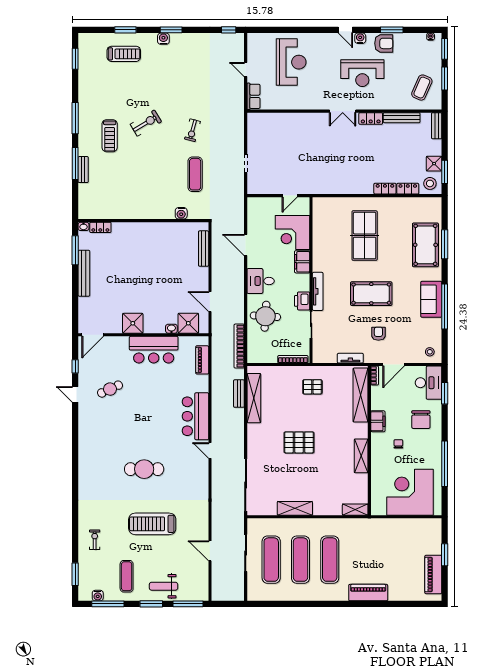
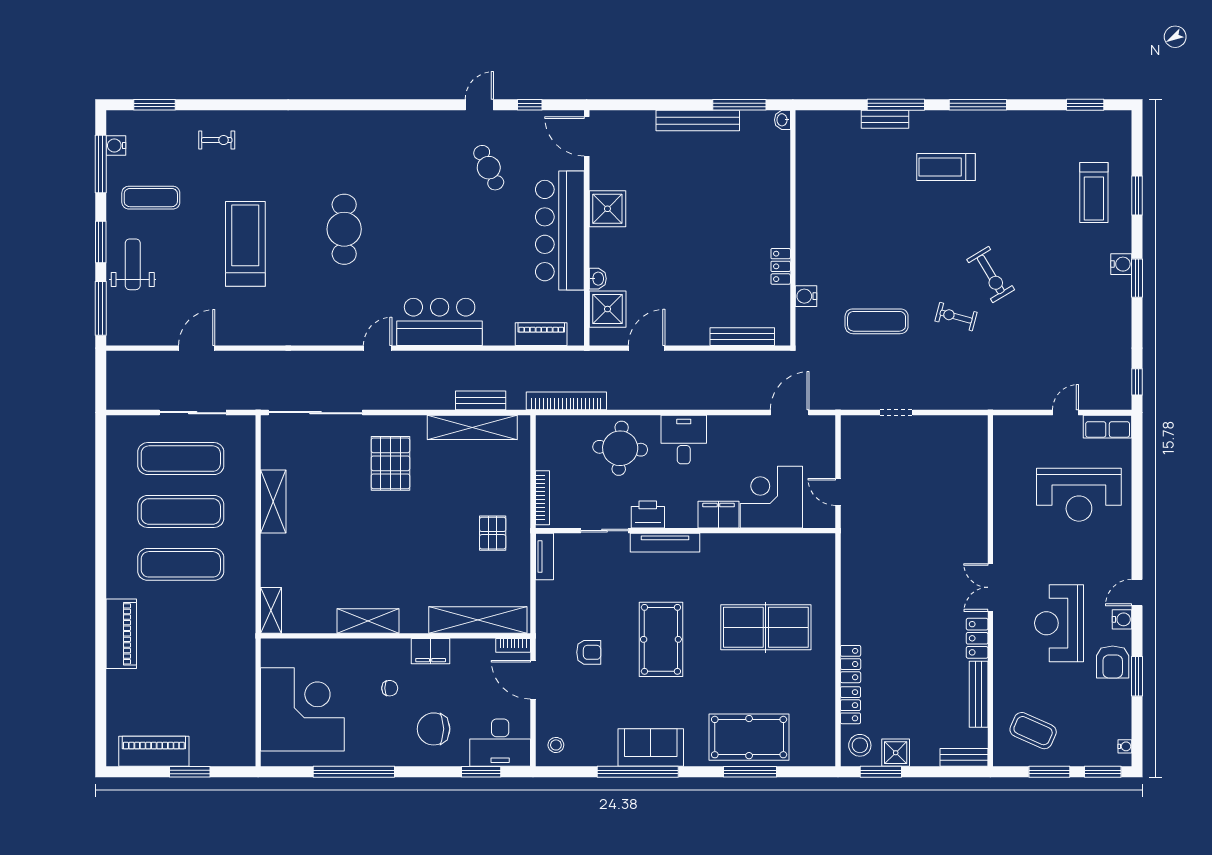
row of seats: (253, 96) -> (1108, 427), moved
exercise bike: (146, 123) -> (991, 275), moved
locker: (100, 227) -> (781, 266), moved
door: (246, 245) -> (790, 413), moved
bar counter: (154, 350) -> (560, 231), width x1.36
tv unit: (350, 358) -> (544, 557), moved
pallet: (299, 442) -> (390, 463), moved

